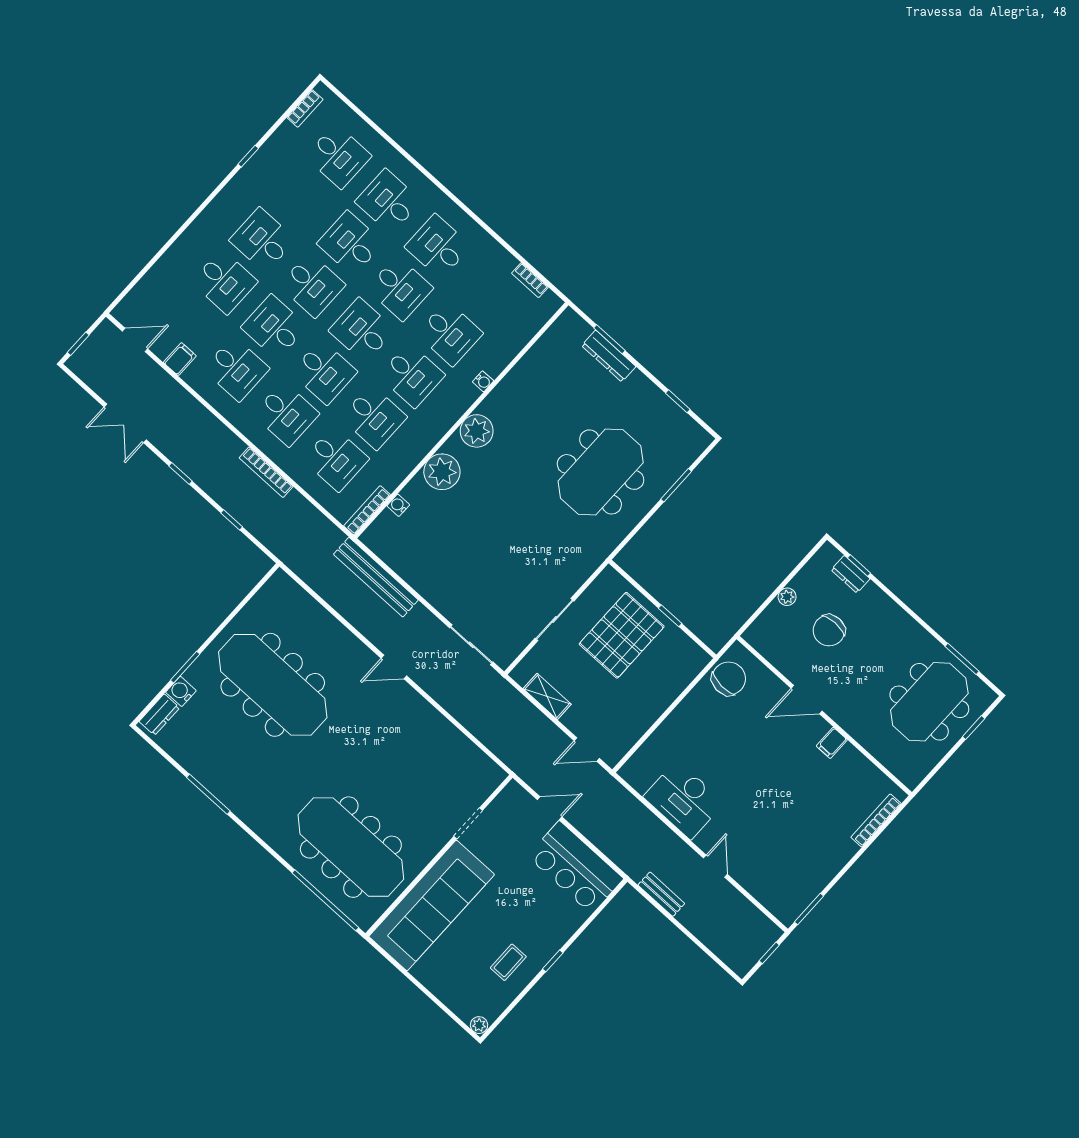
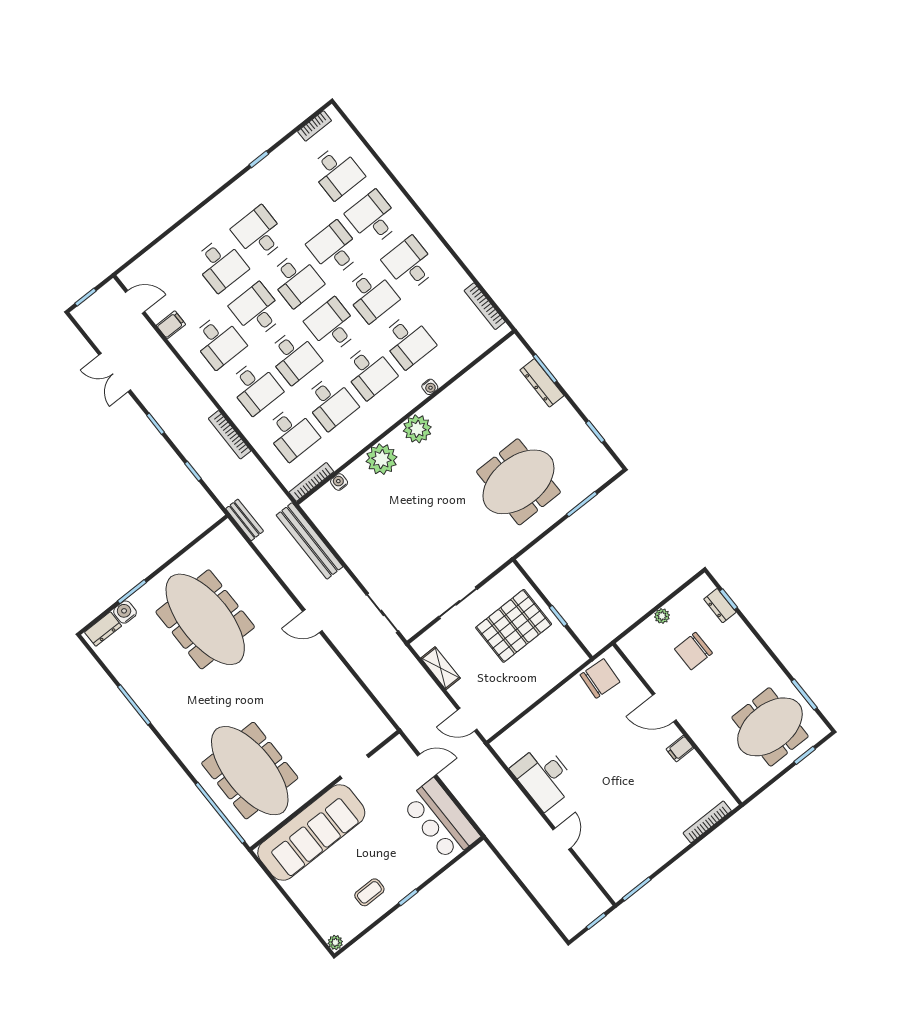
bookcase: (530, 280) -> (485, 306), width x1.56
bench: (661, 894) -> (245, 520), moved

